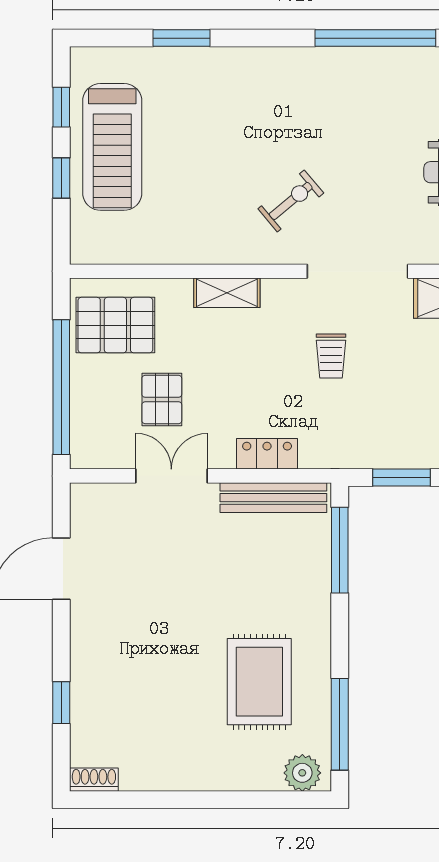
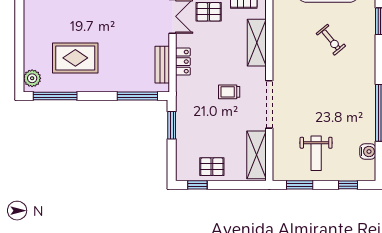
exercise bike: (291, 201) -> (331, 40), moved
shelving: (227, 293) -> (257, 43), width x1.50, depth x1.33
bench: (273, 498) -> (162, 65), width x0.73

